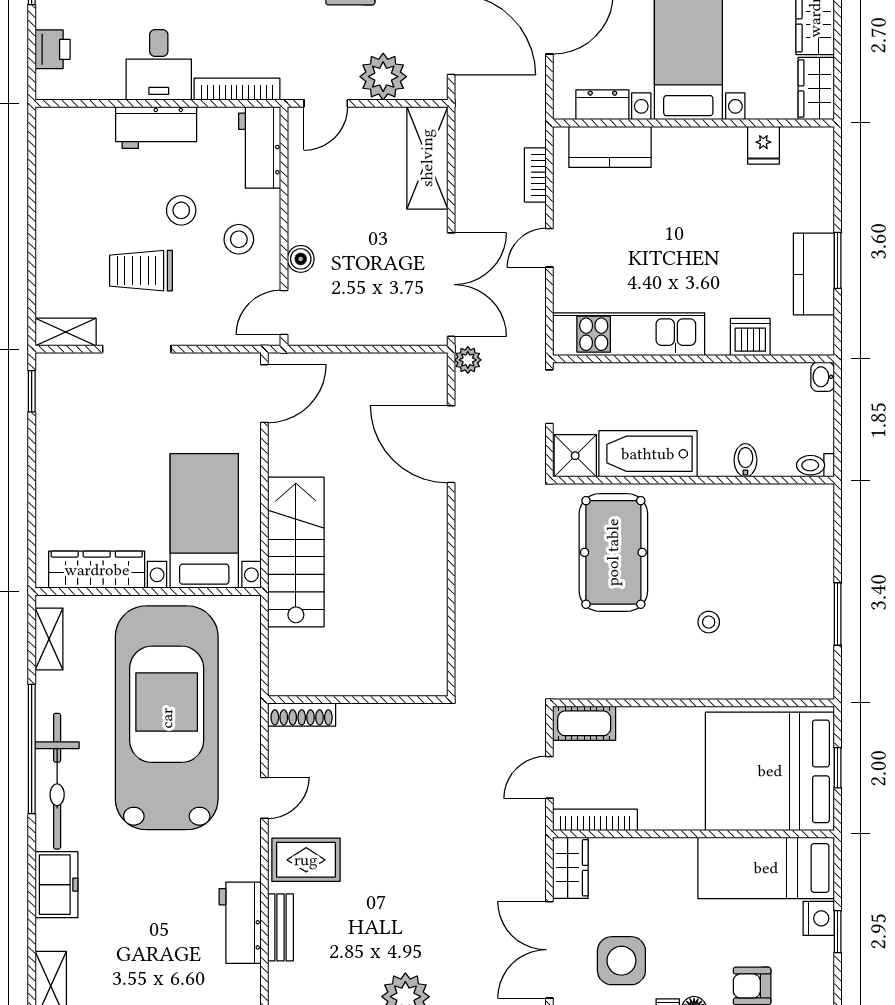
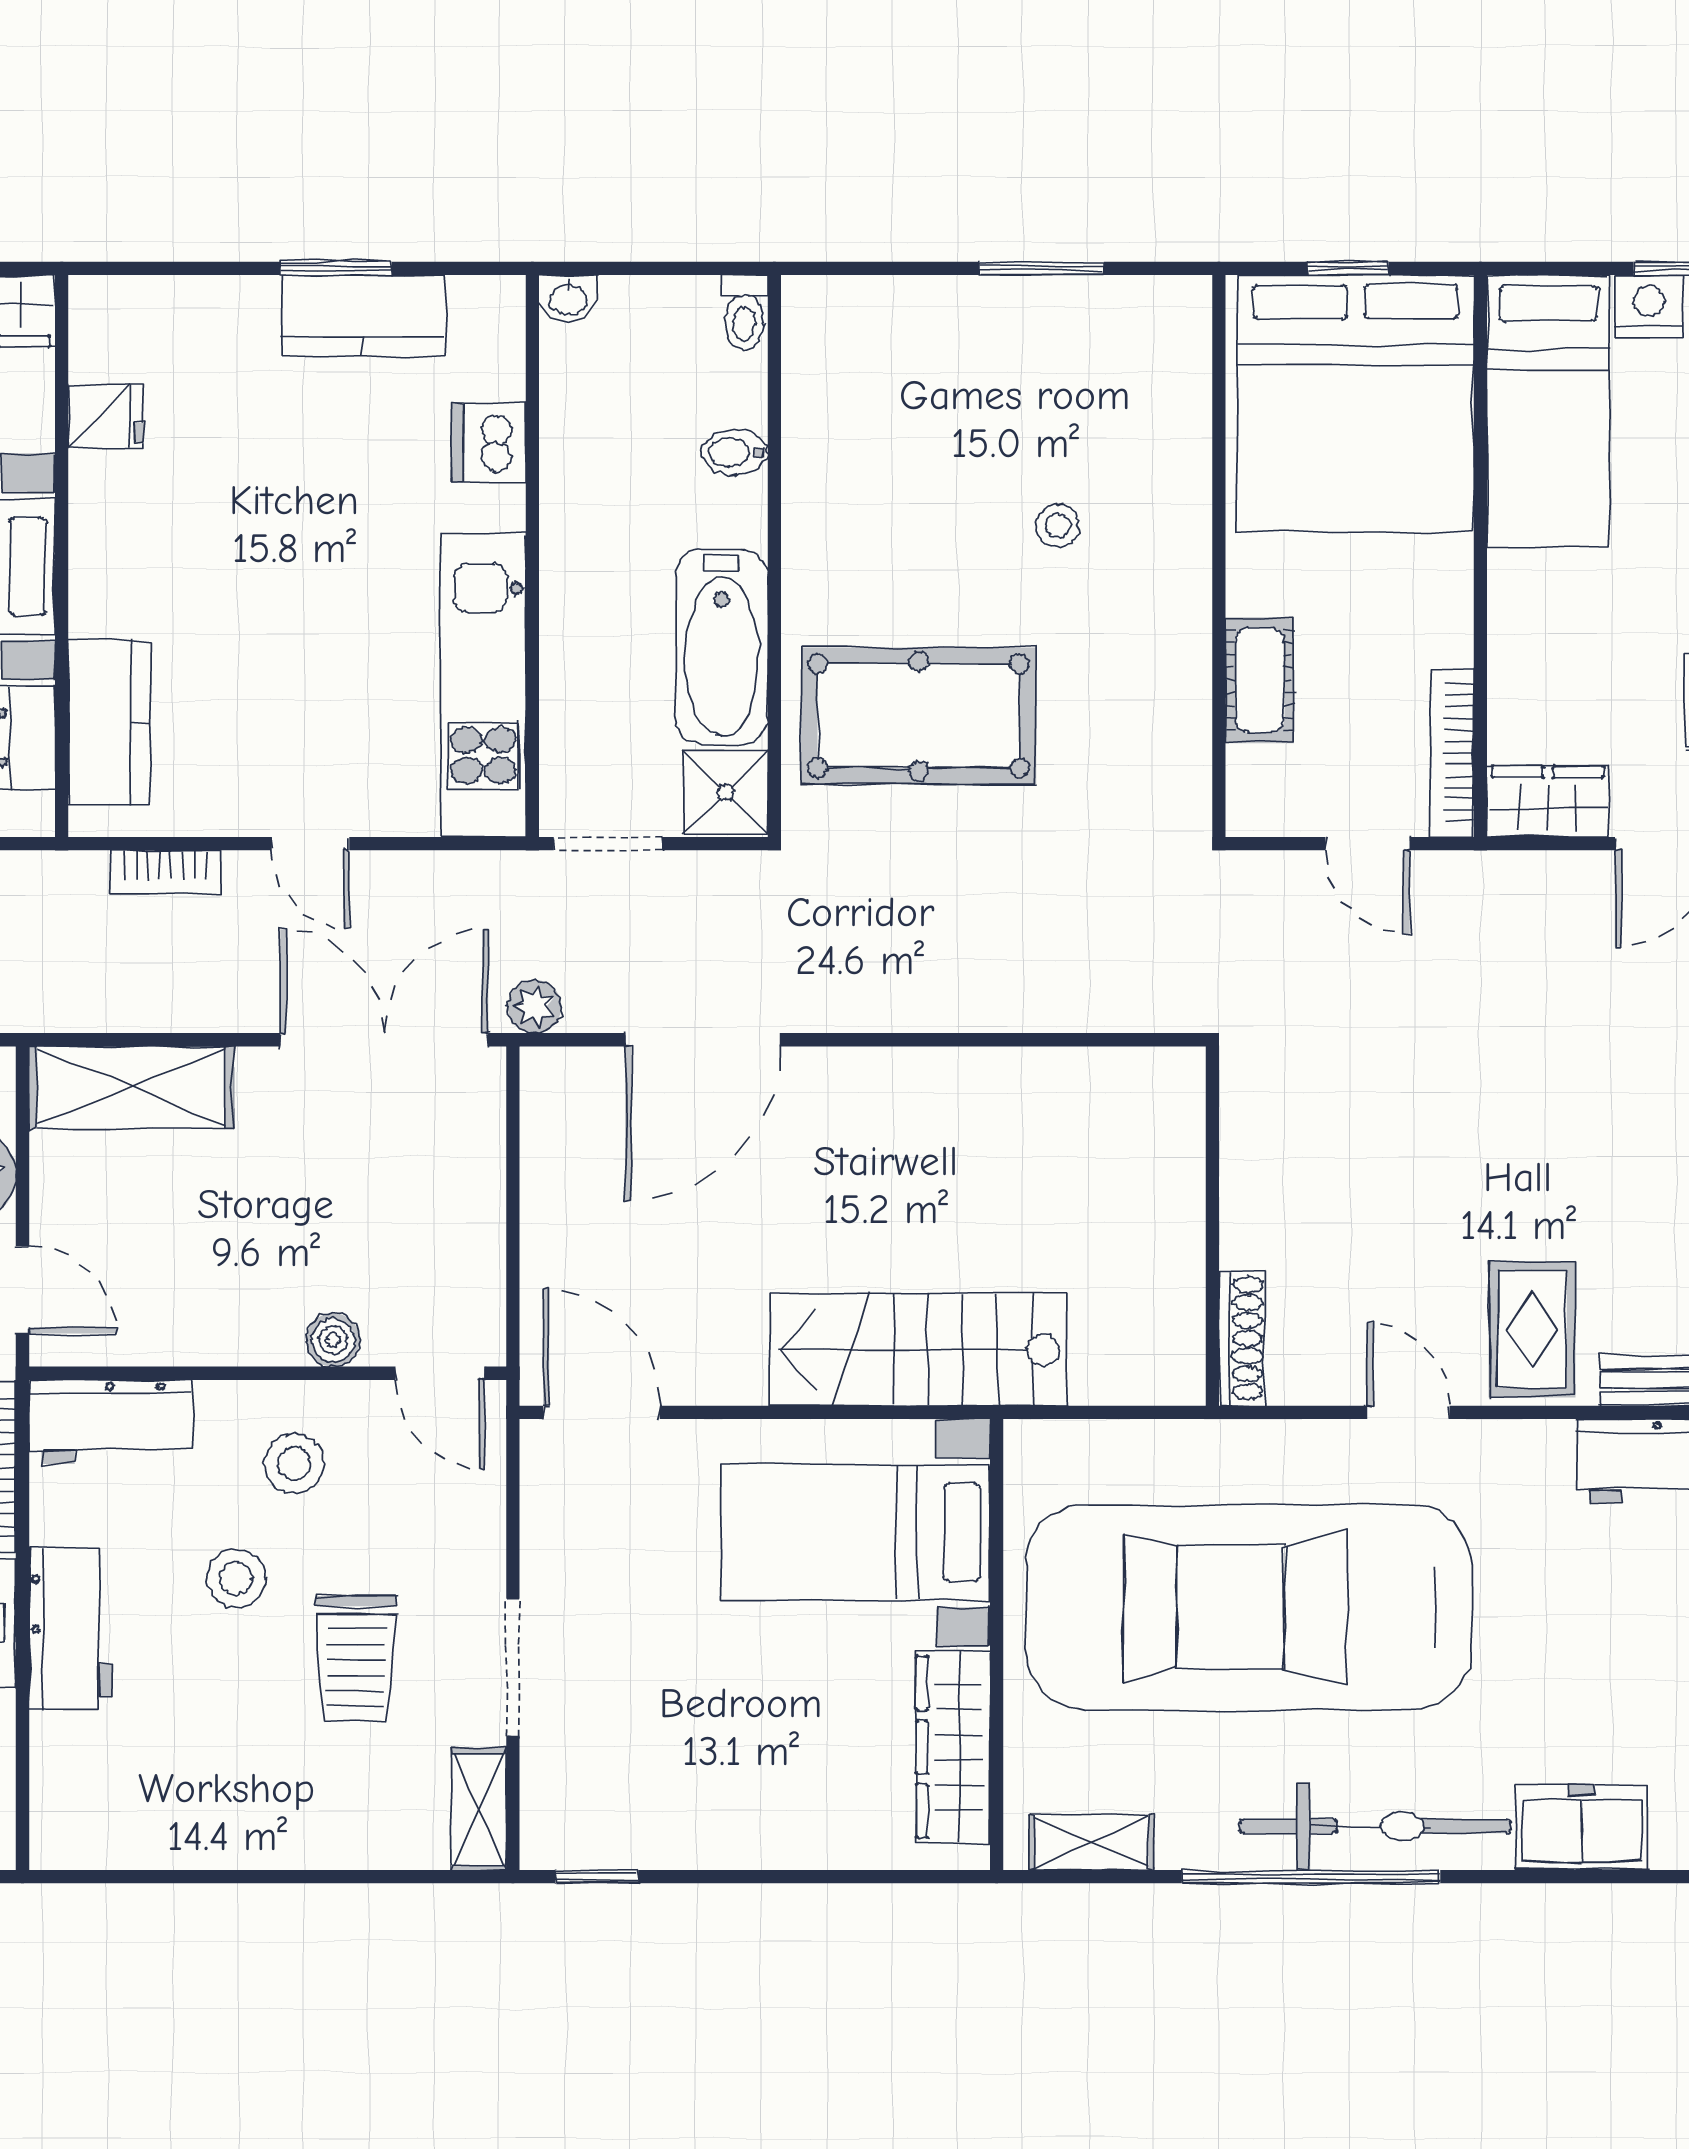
cot: (584, 723) -> (1260, 680), moved

